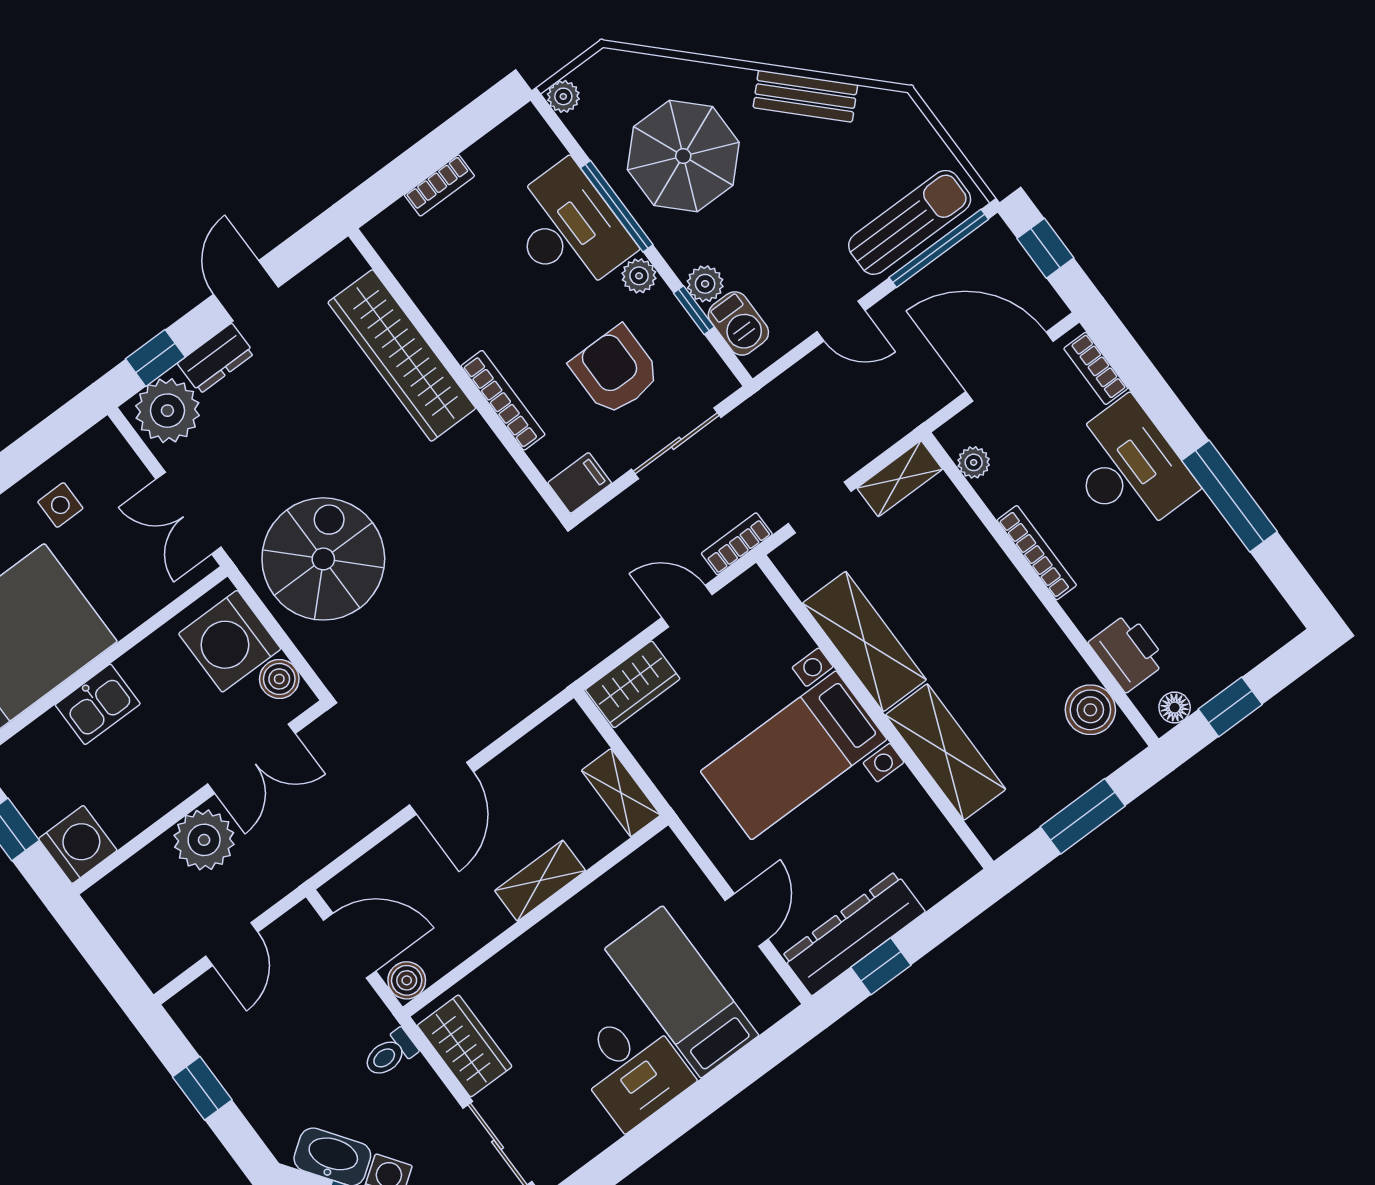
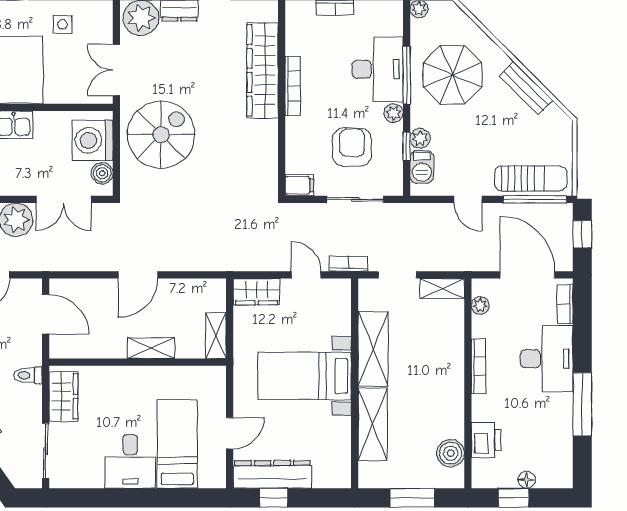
bookcase: (503, 400) -> (293, 86), moved
floor lamp: (1175, 708) -> (527, 480), moved
boiler: (407, 980) -> (59, 348), removed

